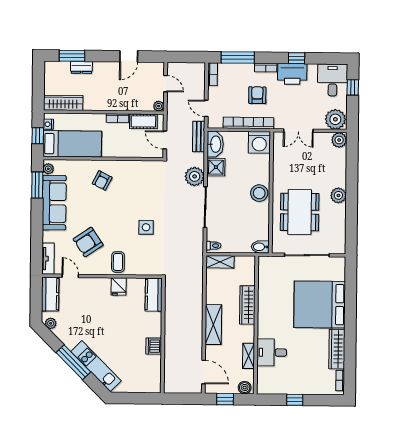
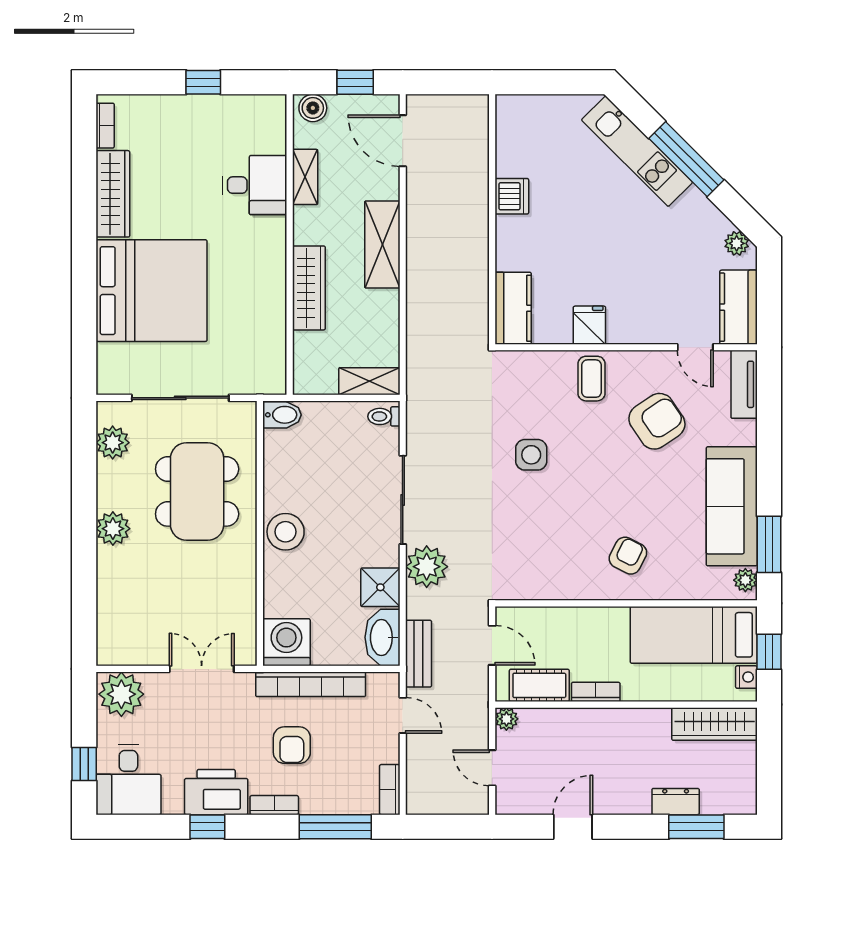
plant: (339, 140) -> (113, 443), moved

